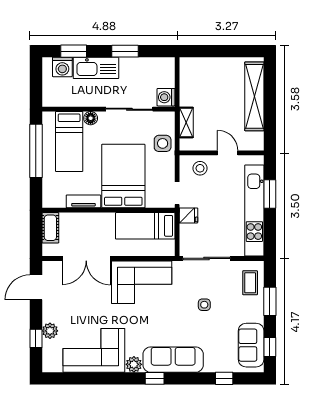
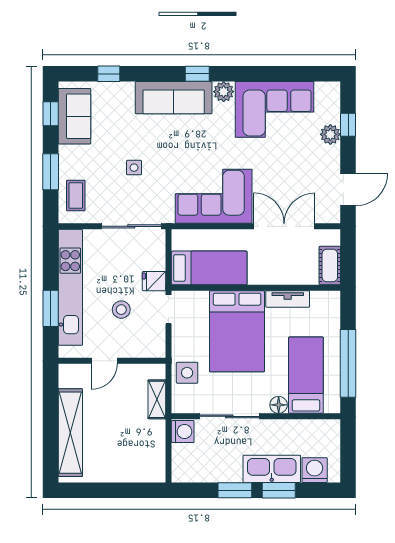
window: (74, 51) -> (279, 490), moved
door: (228, 153) -> (104, 361), hinge flipped
stool: (200, 168) -> (121, 310), moved

